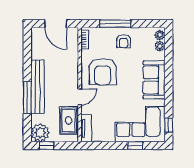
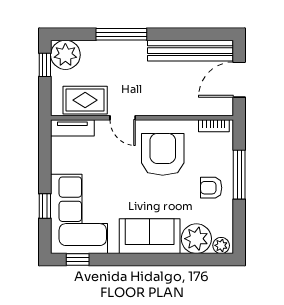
plant: (160, 46) -> (196, 239), width x1.87, depth x1.87
armchair: (103, 72) -> (163, 154), turned 90
bench: (38, 87) -> (190, 51), moved

